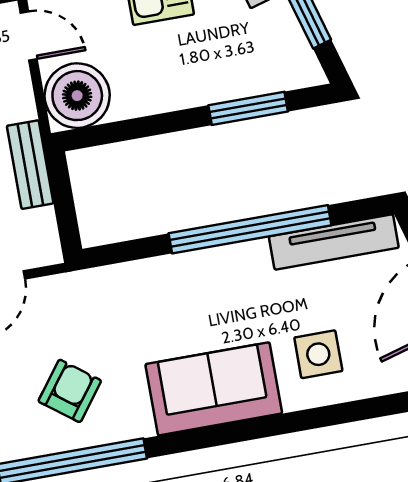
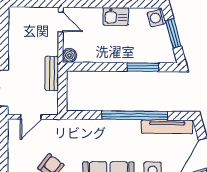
boiler: (77, 96) -> (69, 55), width x0.54, depth x0.54

